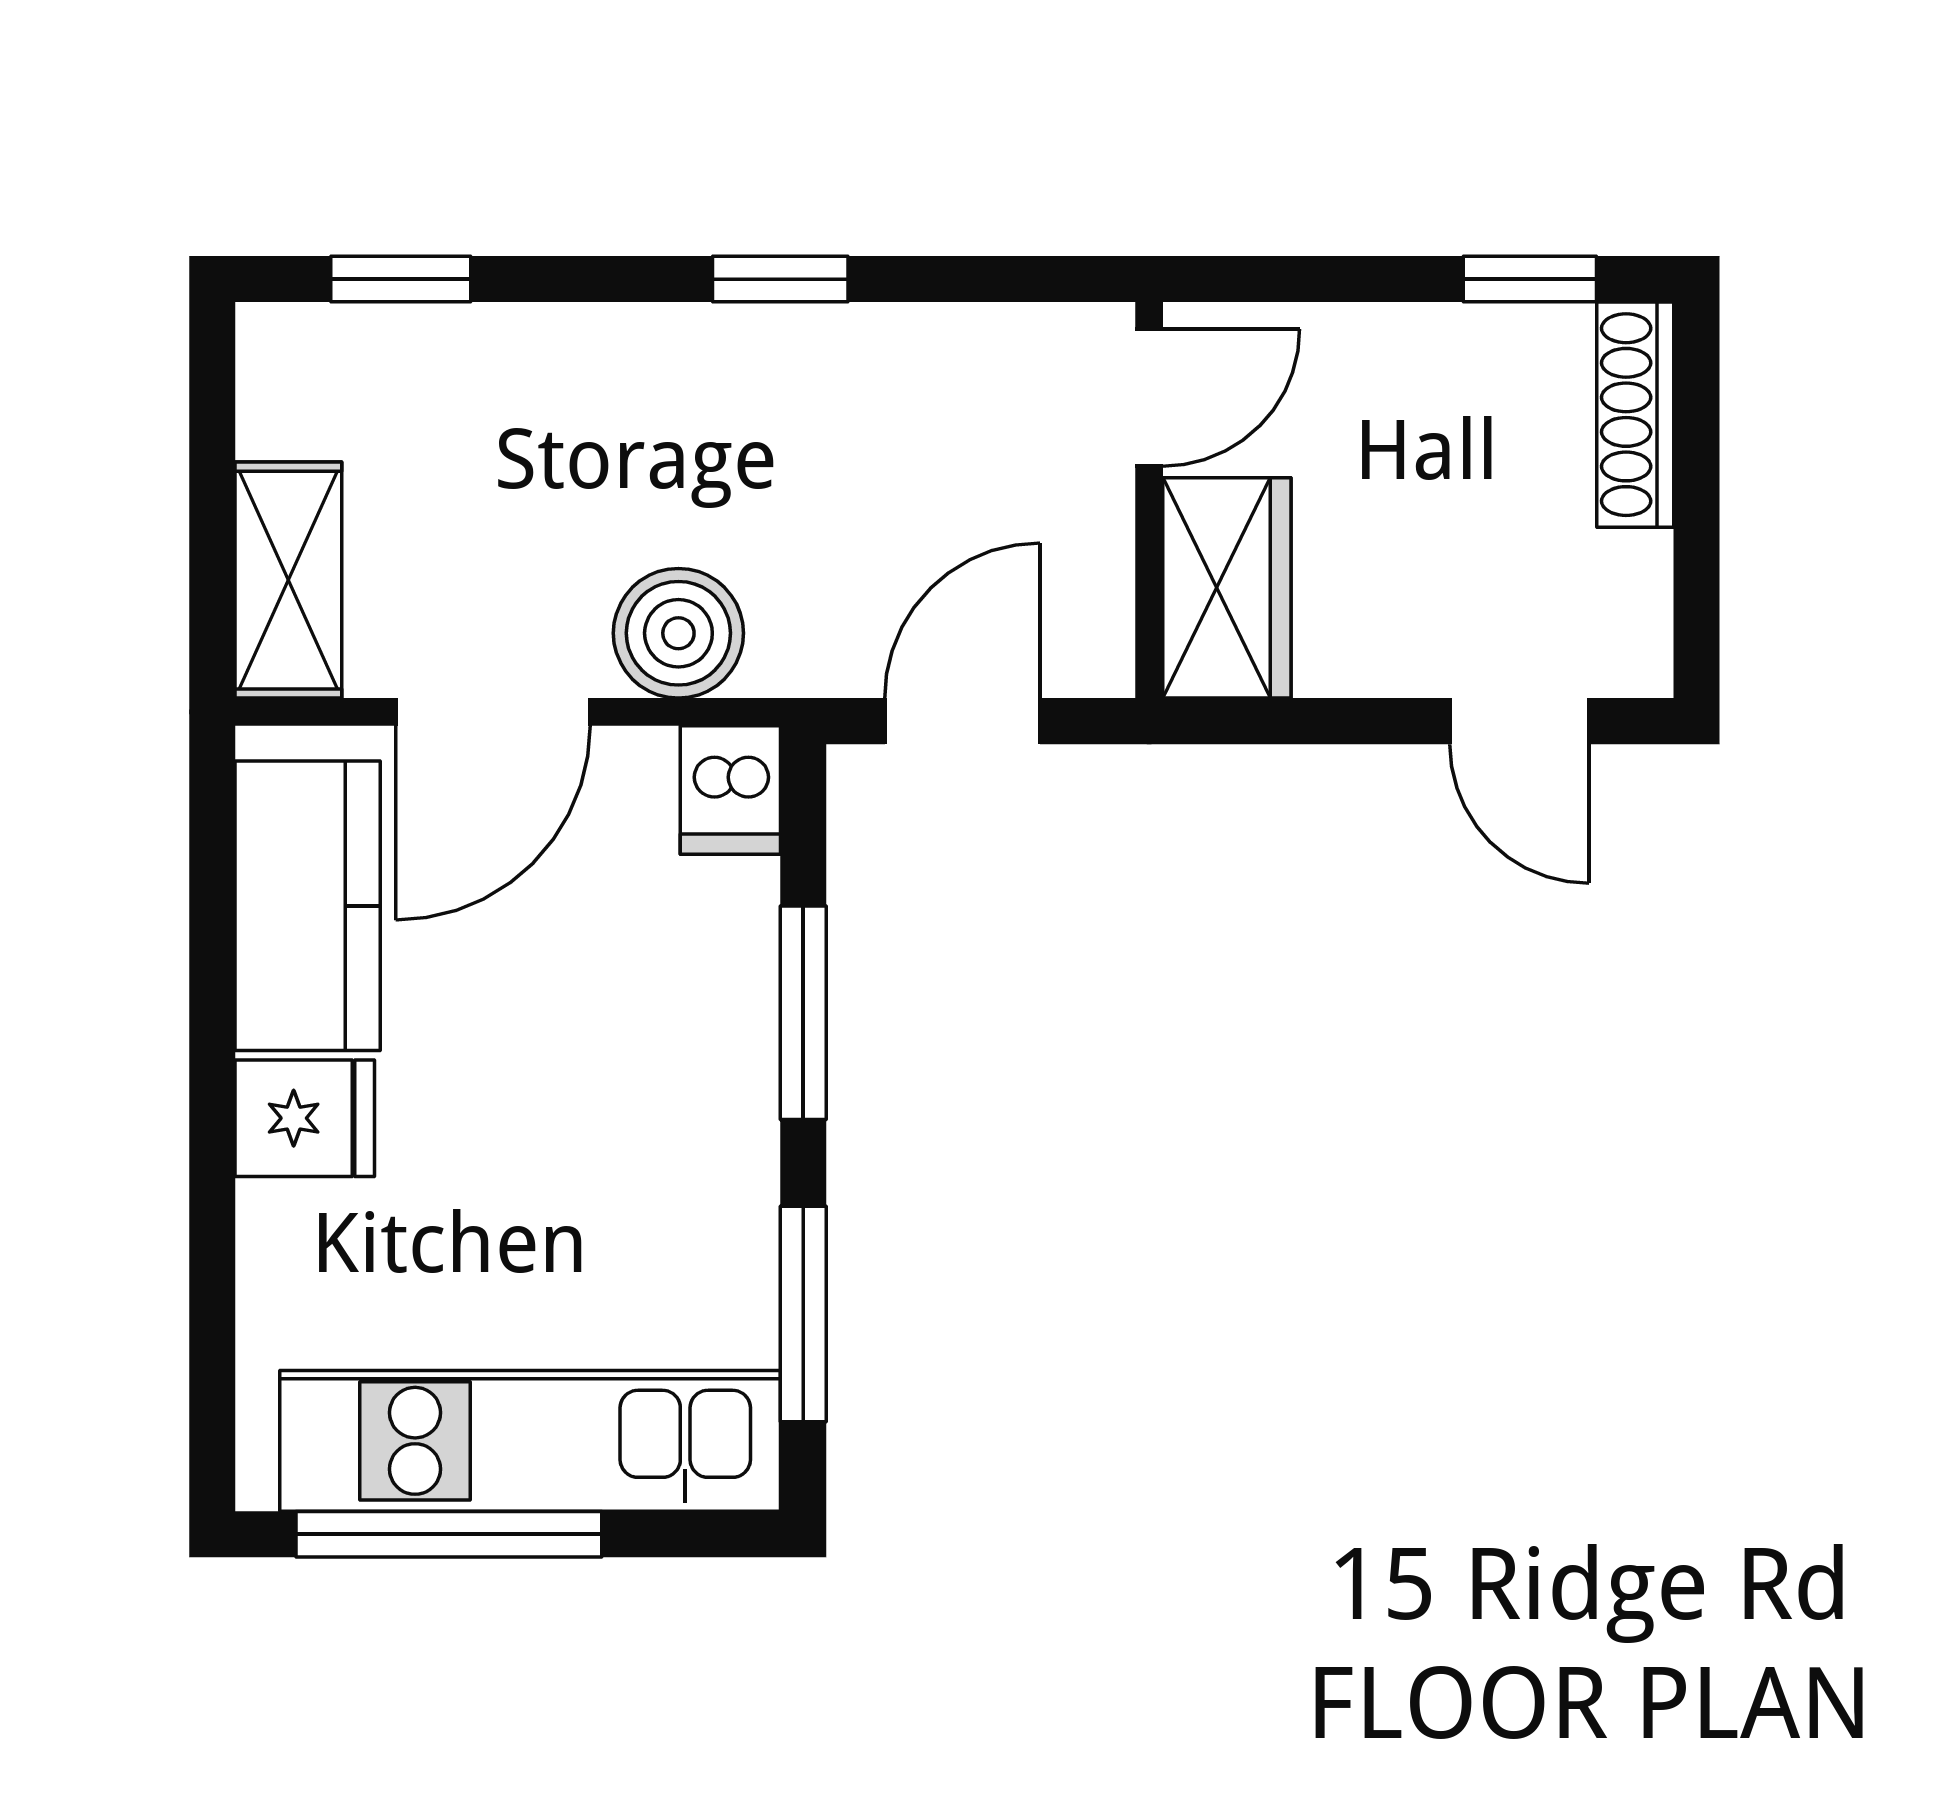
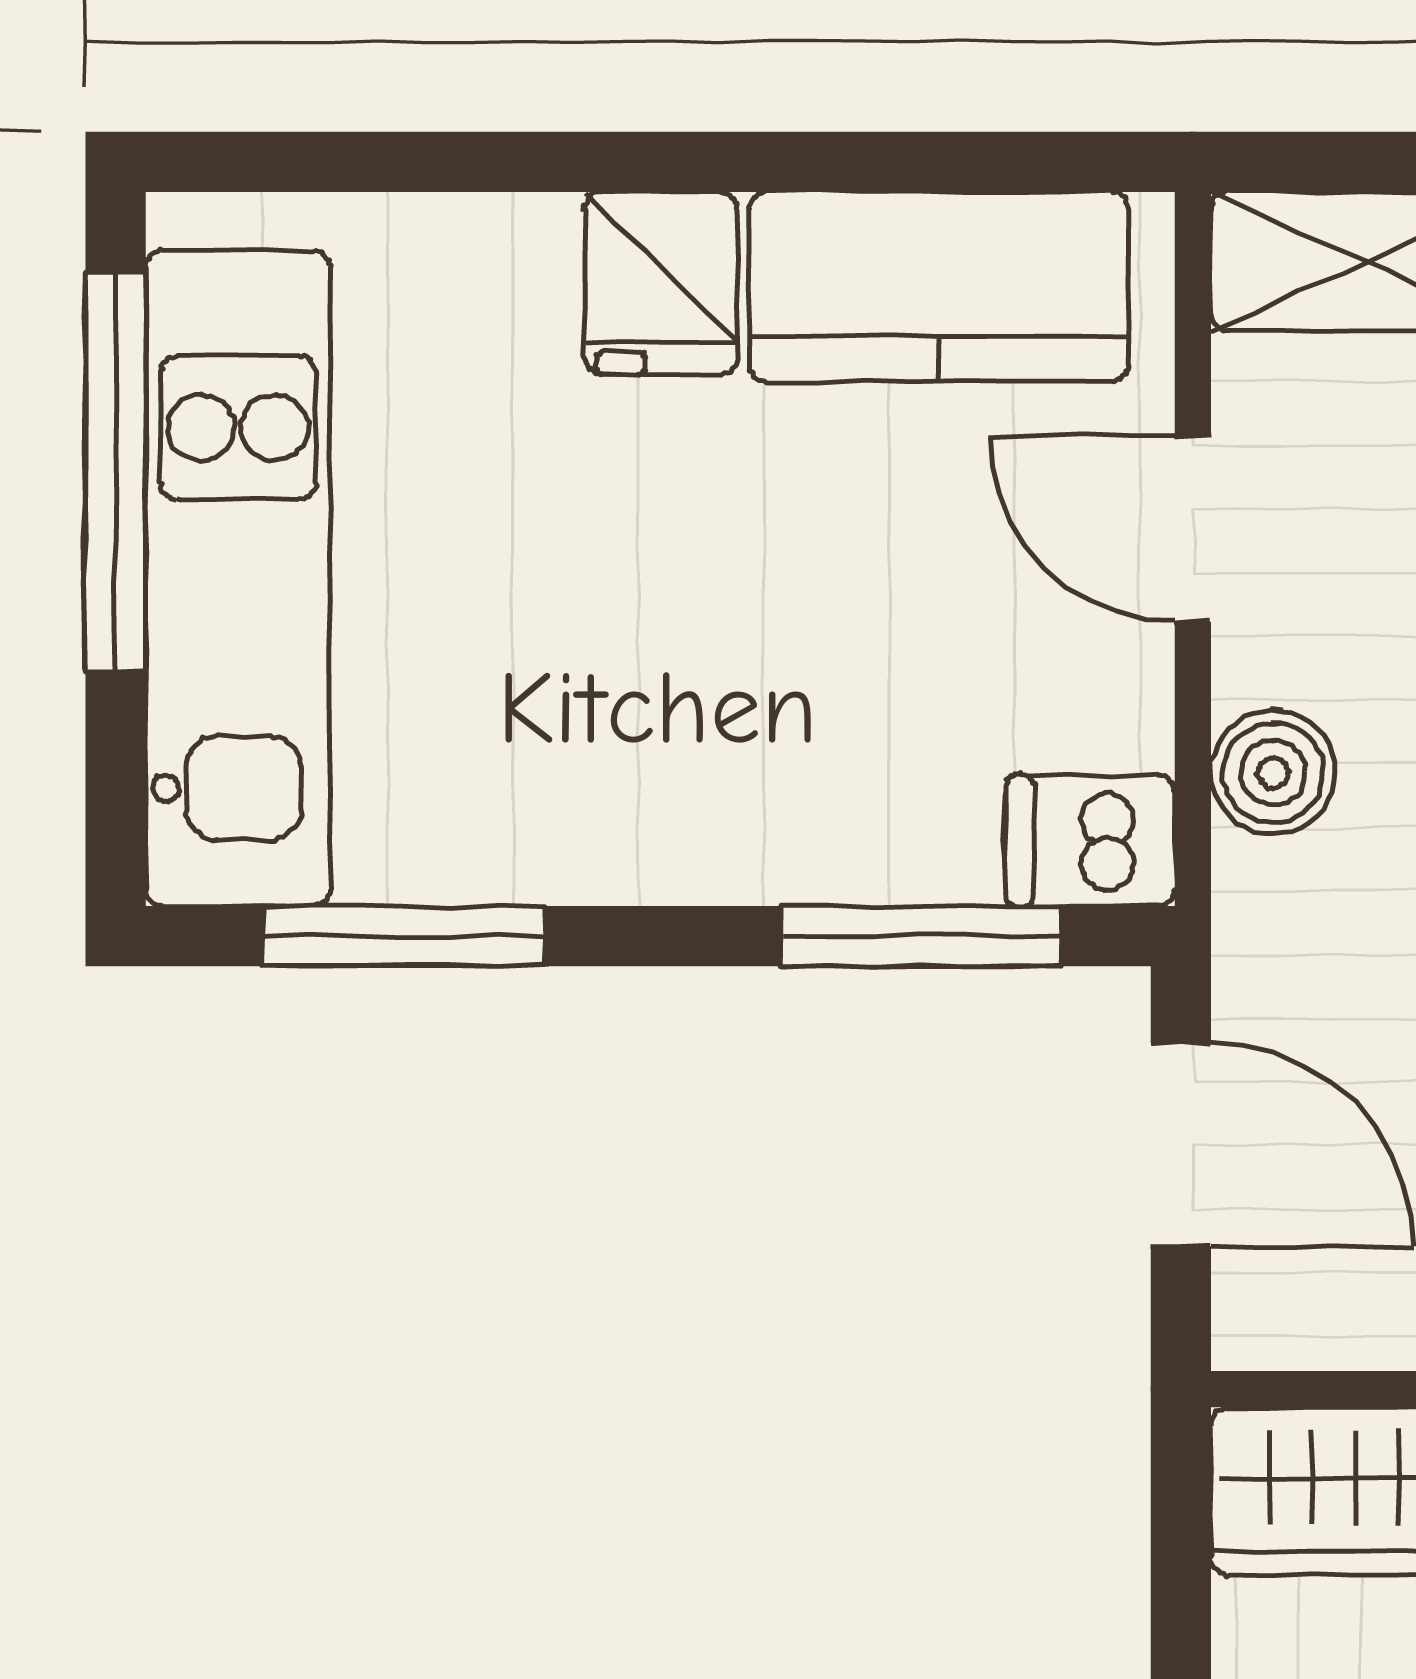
boiler: (678, 633) -> (1273, 773), width x0.73, depth x0.73
door: (493, 712) -> (1193, 529), width x0.73
window: (803, 1013) -> (921, 936), moved

